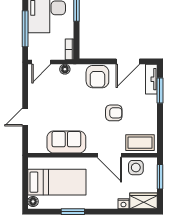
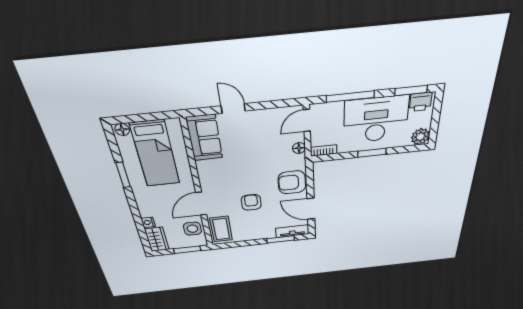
door: (41, 62) -> (307, 121), hinge flipped
armchair: (114, 113) -> (251, 202), turned 180
sofa: (66, 142) -> (204, 138), moved

